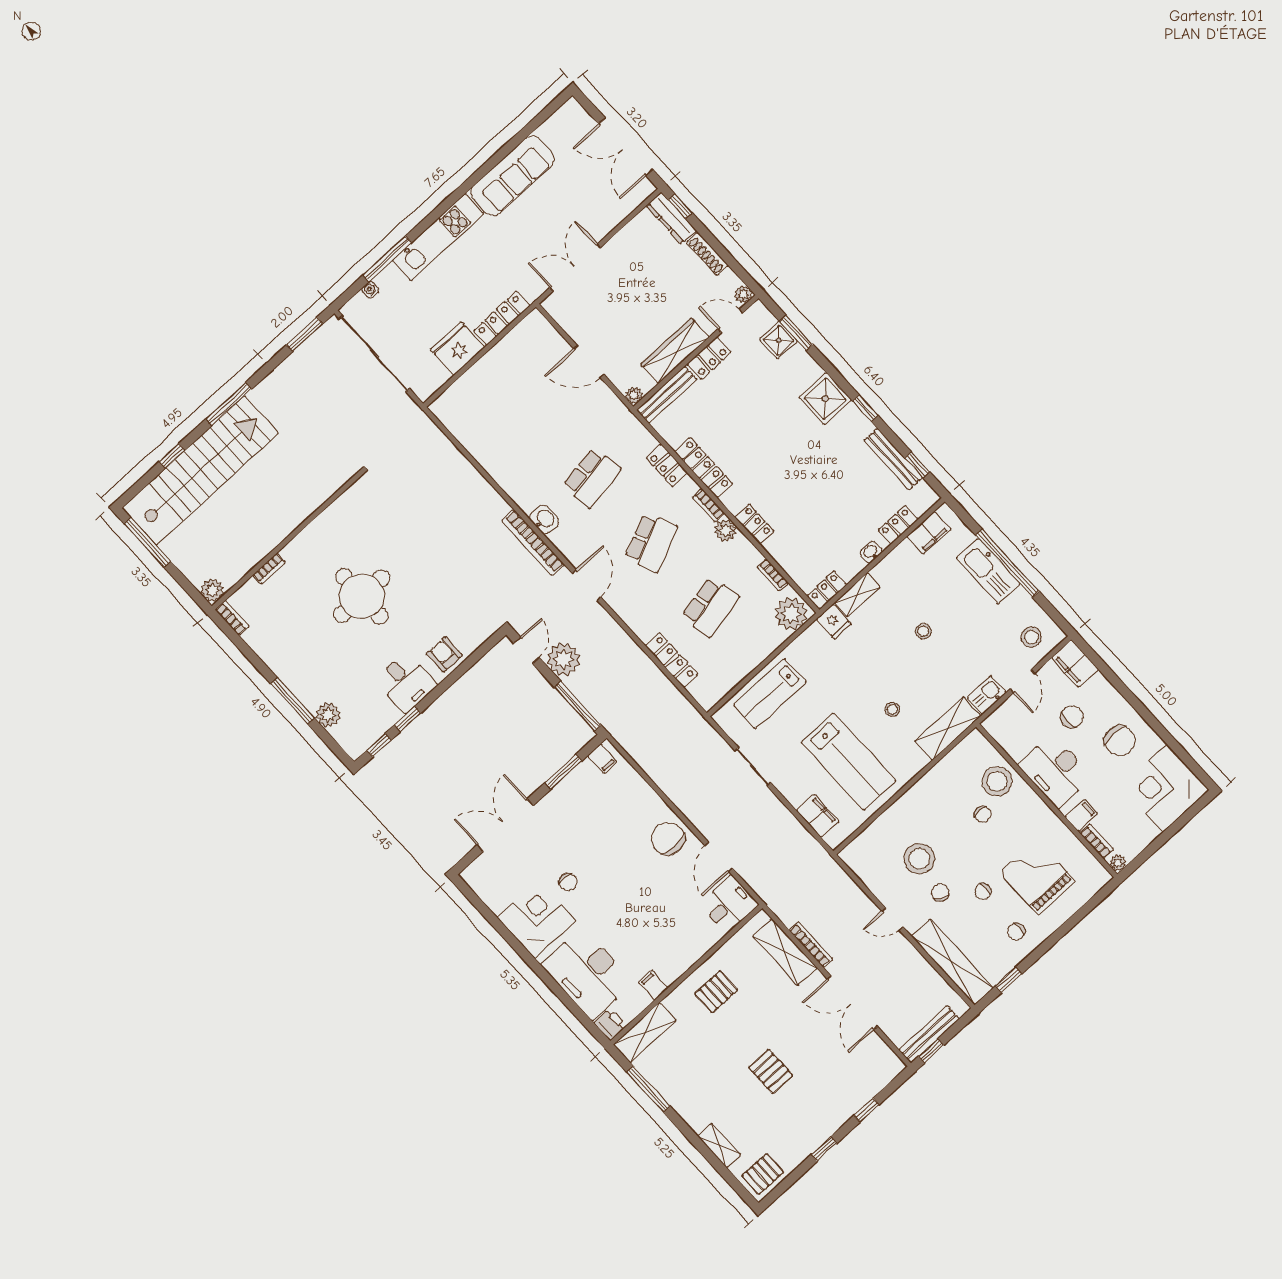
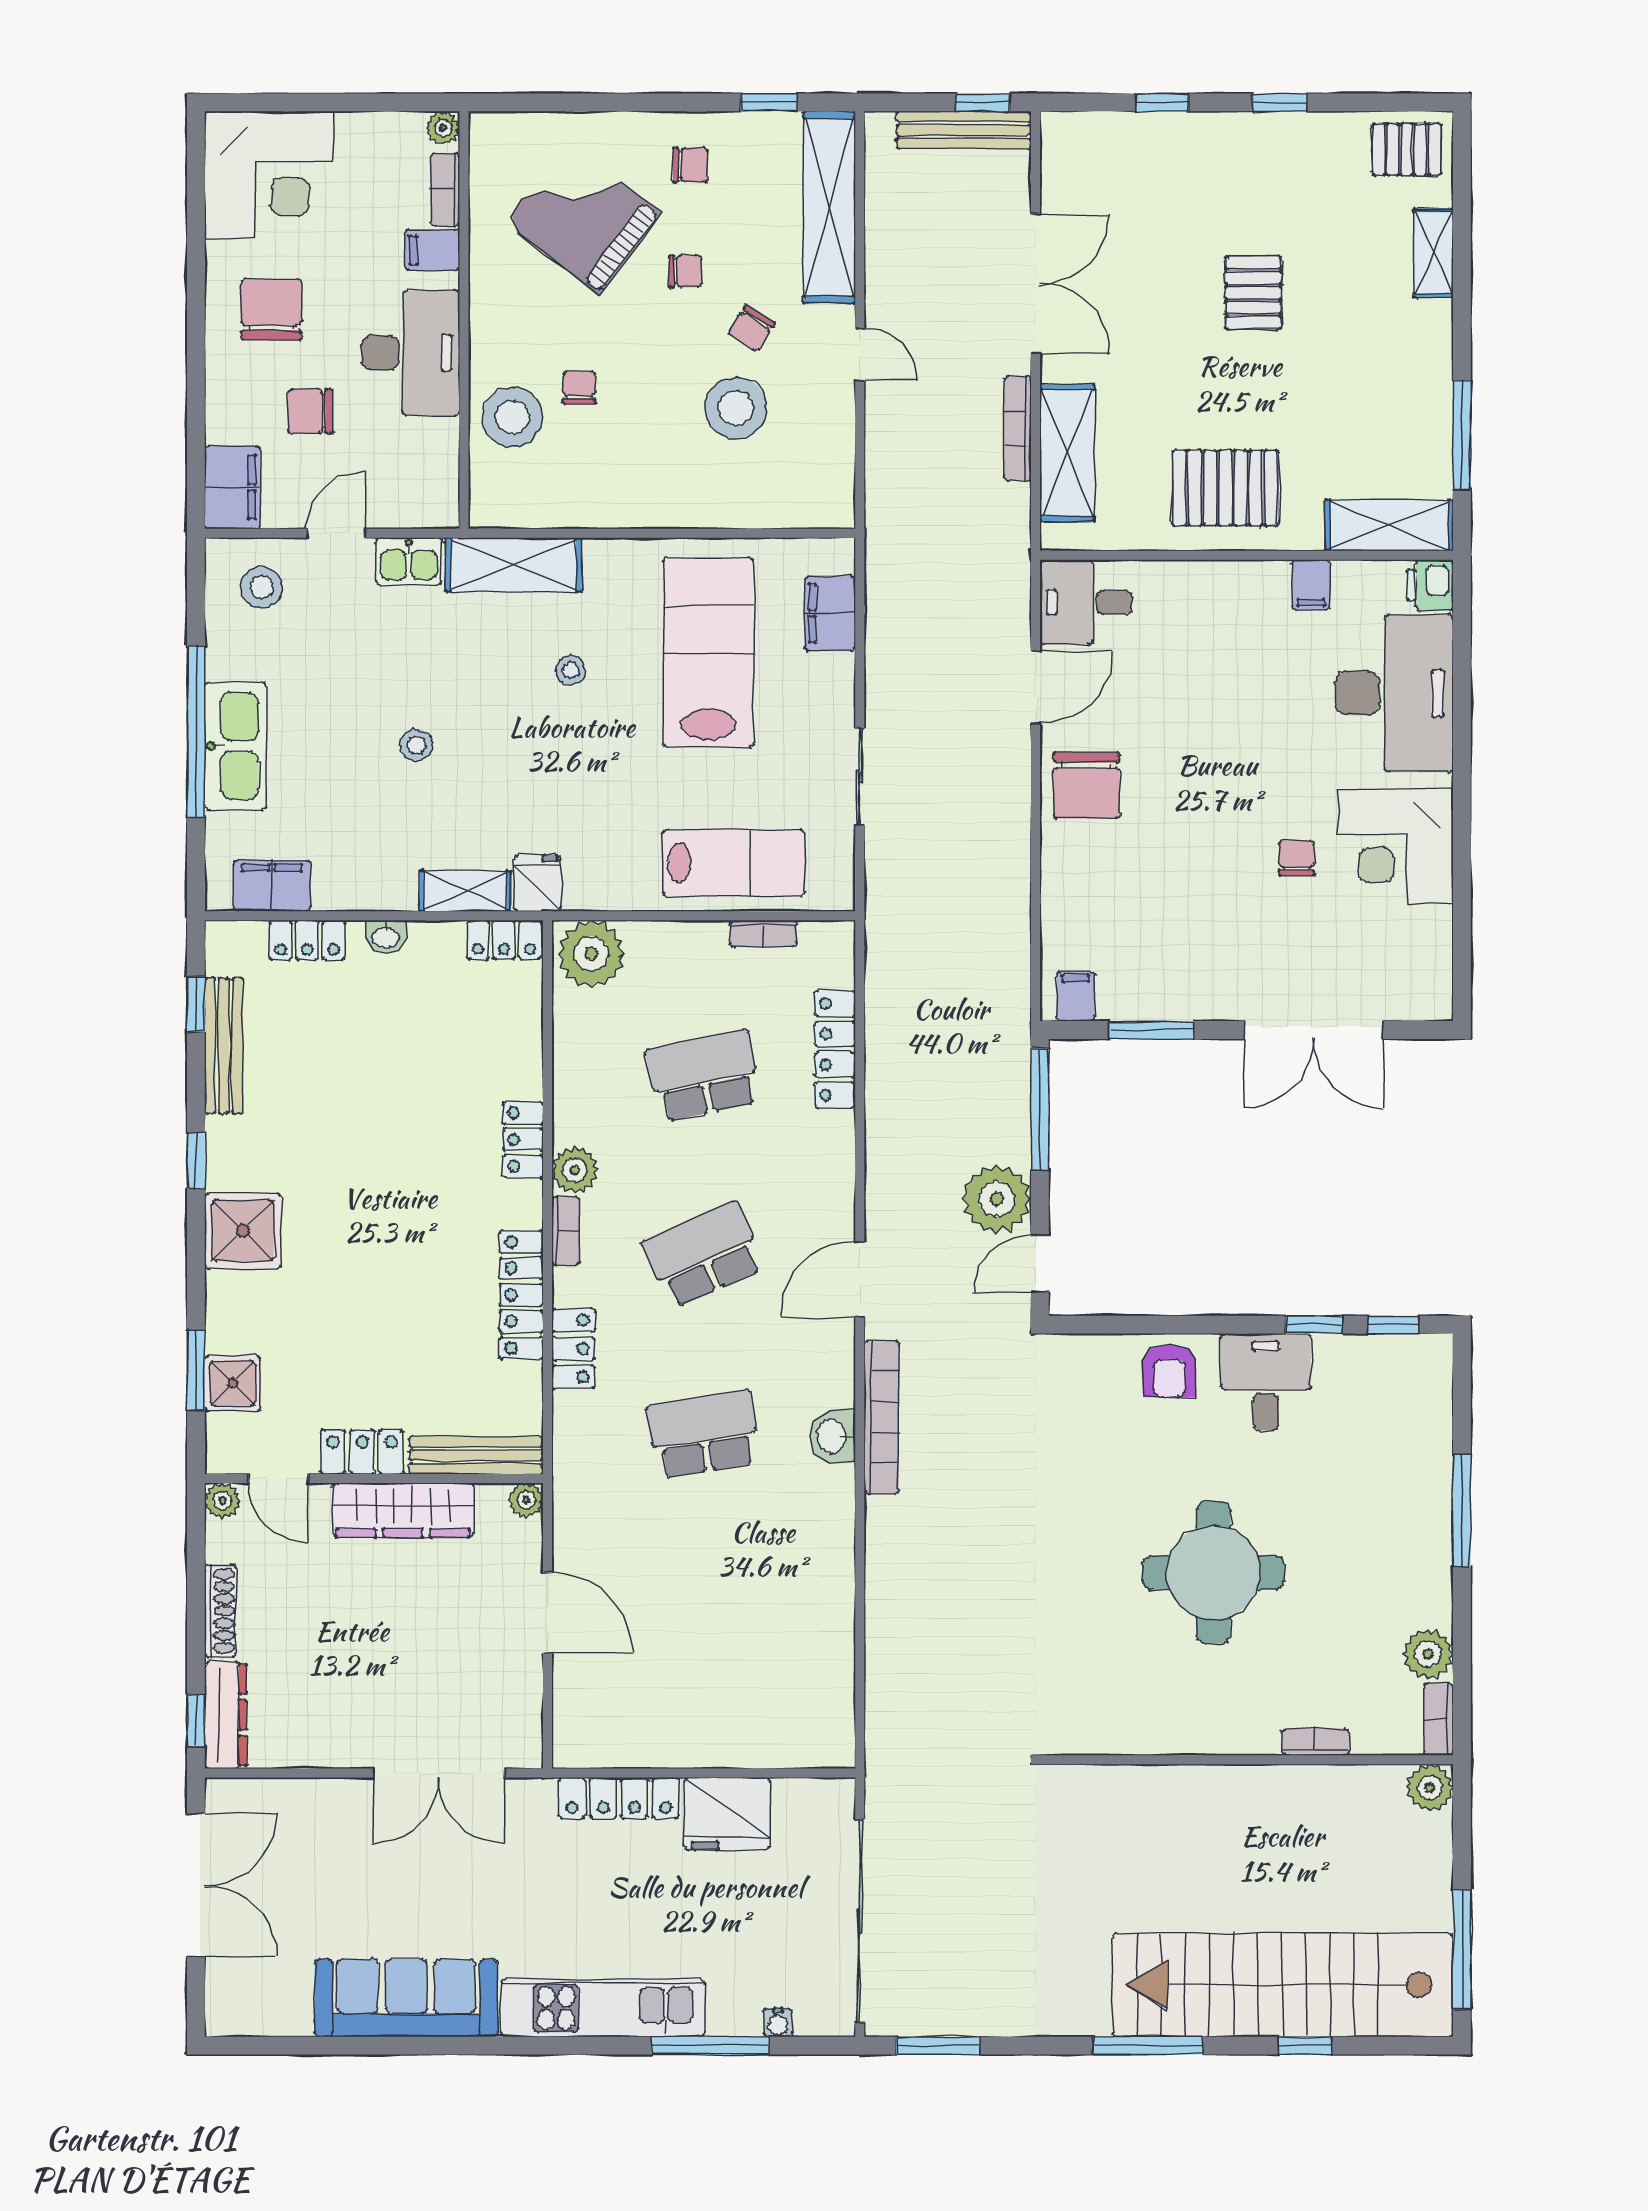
bookcase: (773, 575) -> (764, 933), moved, turned 90
plant: (328, 715) -> (1428, 1654), moved
grand piano: (1037, 877) -> (583, 218), turned 127
pallet: (716, 992) -> (1225, 488), width x1.50, depth x1.42

